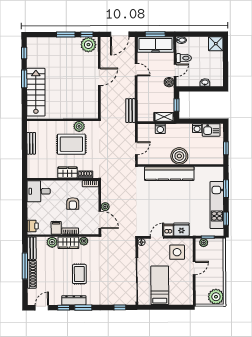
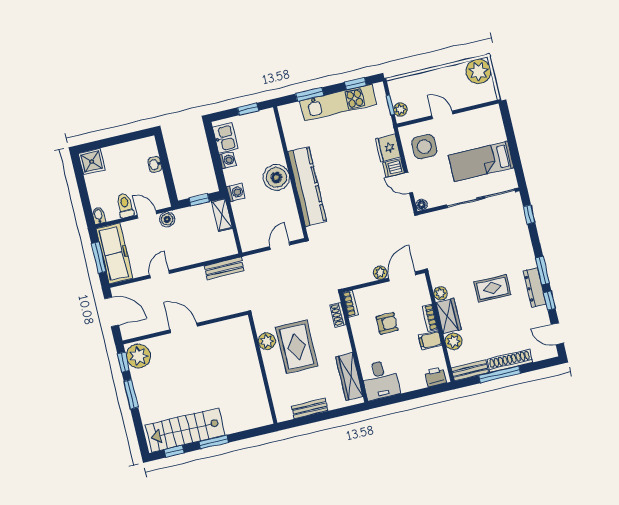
stairs: (36, 92) -> (185, 430), moved
washing machine: (160, 129) -> (236, 192), moved
door: (136, 148) -> (280, 246), hinge flipped
wardrobe: (68, 172) -> (349, 377), moved, width x1.50

